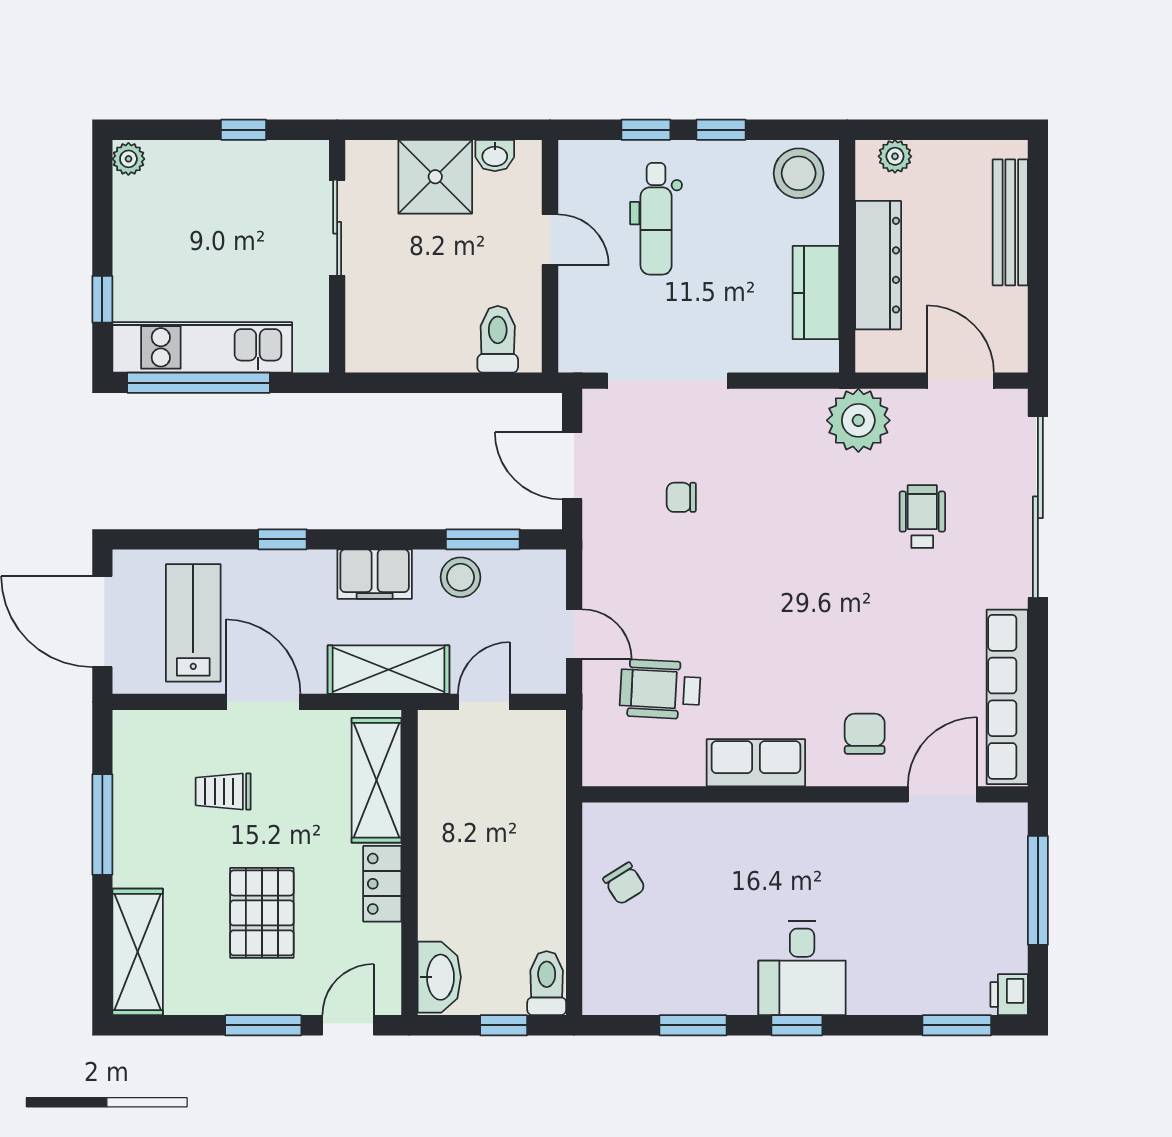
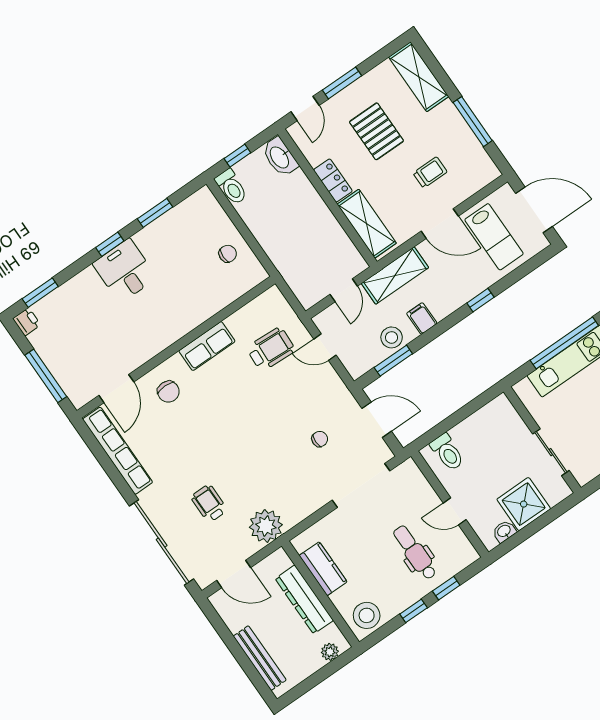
wheelchair: (922, 517) -> (209, 503), turned 180
filing cabinet: (375, 574) -> (422, 318), width x0.50
chair: (624, 884) -> (228, 254), turned 123

